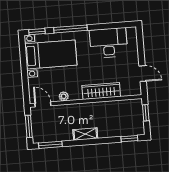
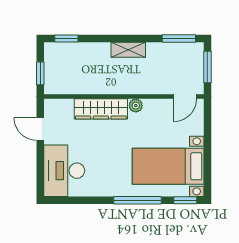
desk: (108, 43) -> (64, 171), moved, turned 90
plant: (64, 96) -> (136, 106), moved
door: (43, 104) -> (185, 97), hinge flipped

